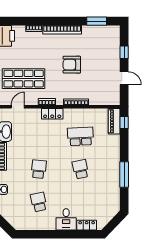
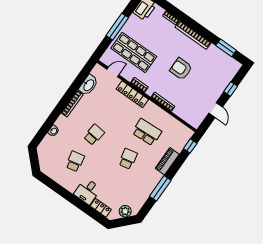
locker: (52, 114) -> (132, 94), width x1.53
piano: (114, 121) -> (167, 161), moved
plant: (109, 214) -> (125, 211), added

